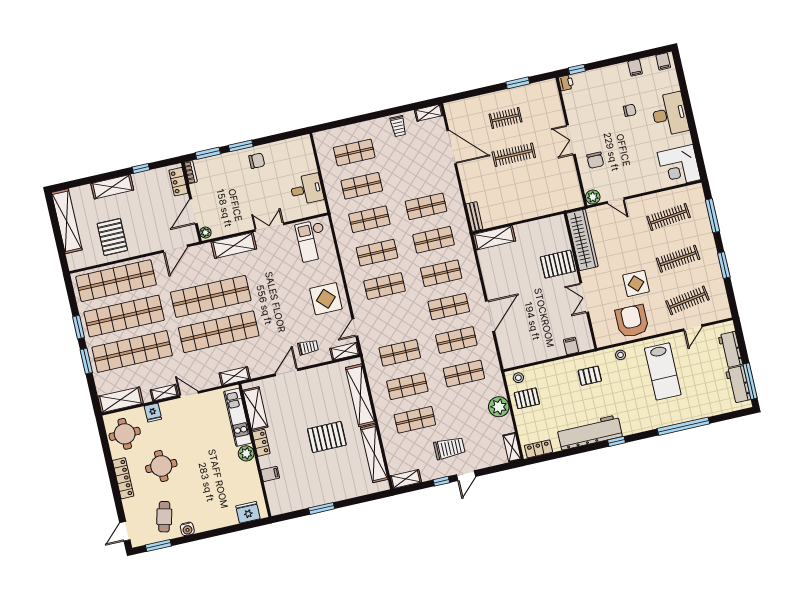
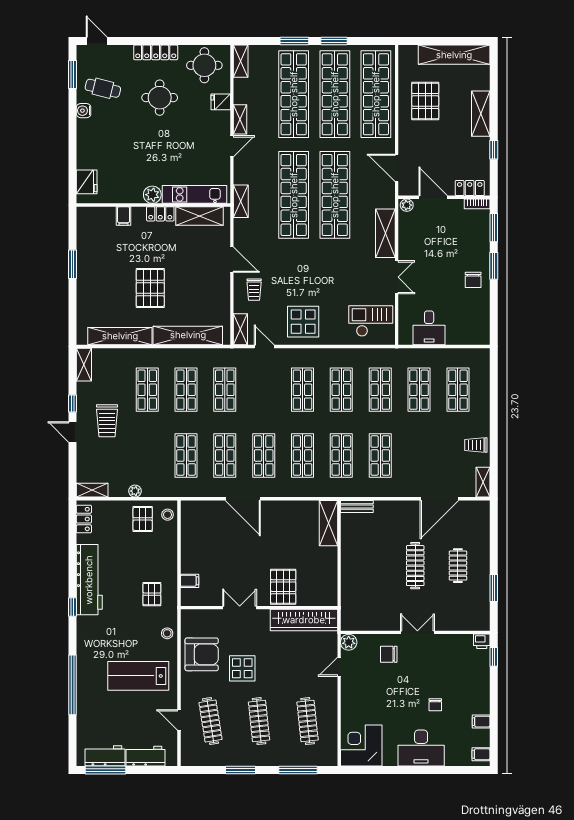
pallet: (112, 237) -> (425, 101), turned 90
shelving: (120, 400) -> (241, 61), width x0.67, depth x0.75
plant: (499, 407) -> (135, 491), width x0.53, depth x0.53

